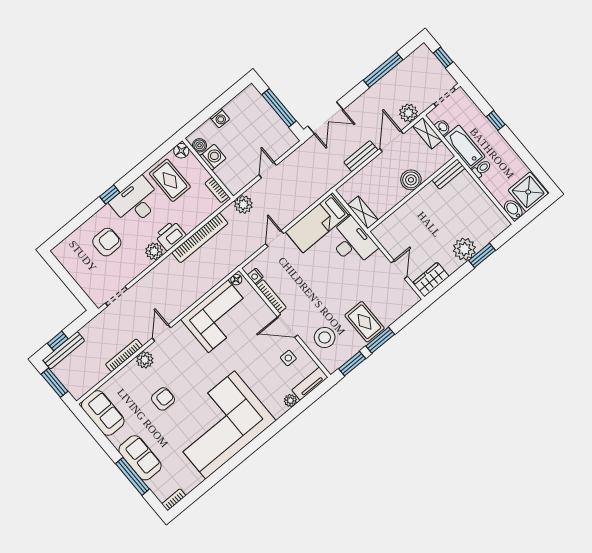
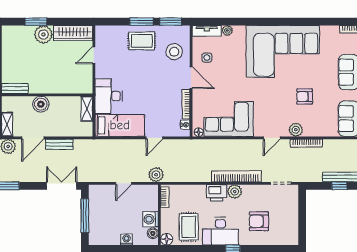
bookcase: (200, 238) -> (236, 176), moved
wardrobe: (431, 280) -> (73, 33), width x1.50
rug: (364, 322) -> (142, 41), turned 90

